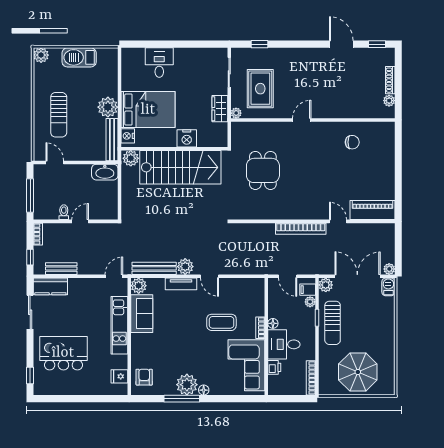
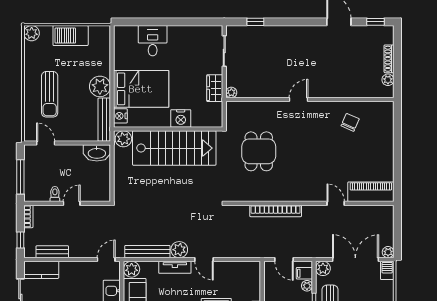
rug: (260, 89) -> (256, 68), removed
chair: (352, 142) -> (350, 122), turned -66
bookcase: (301, 229) -> (276, 211), moved

